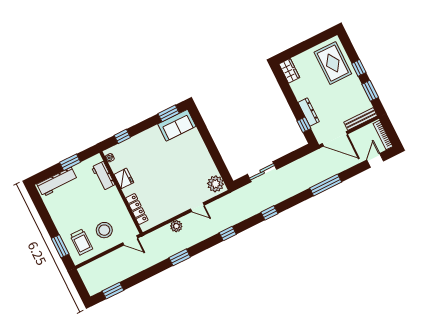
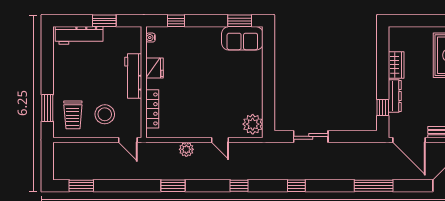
wardrobe: (289, 71) -> (396, 65), moved
workbench: (103, 176) -> (133, 76), moved, width x1.37

